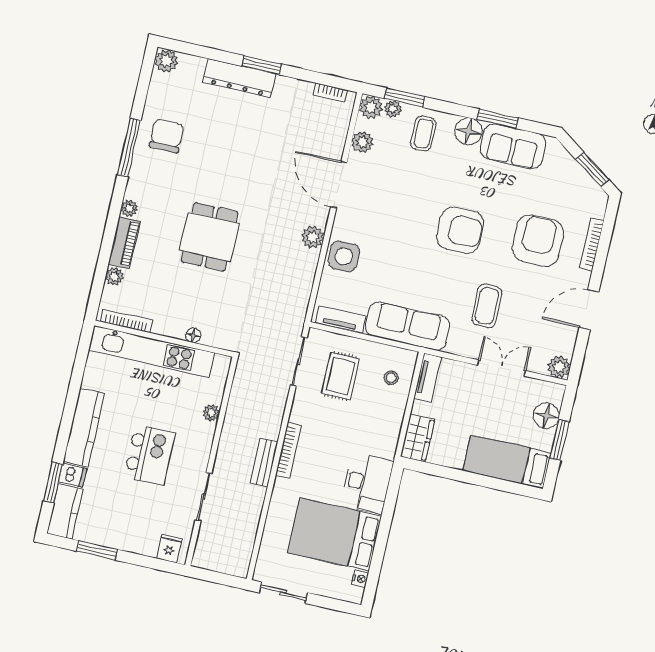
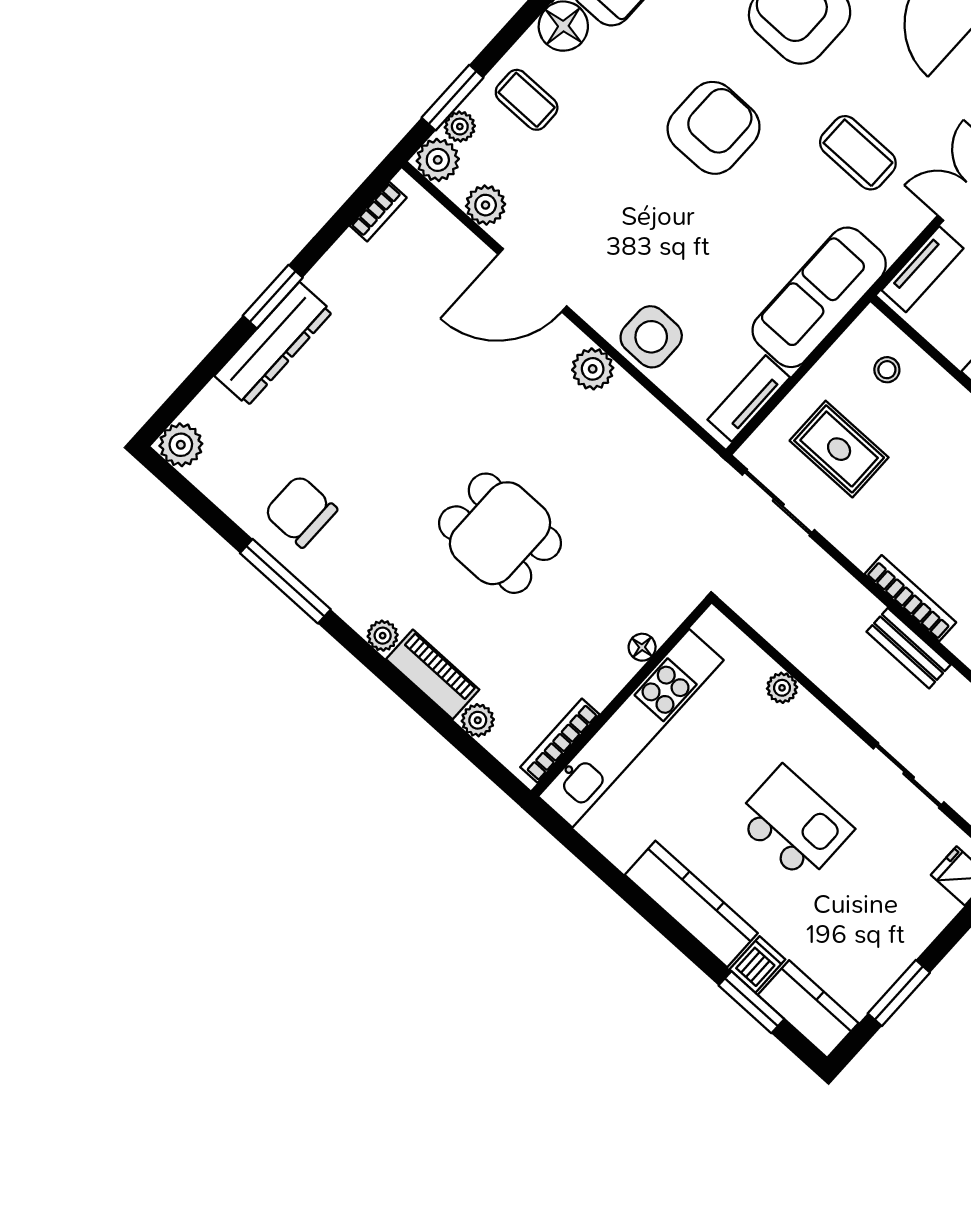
tv unit: (427, 378) -> (922, 269), moved, turned 90

